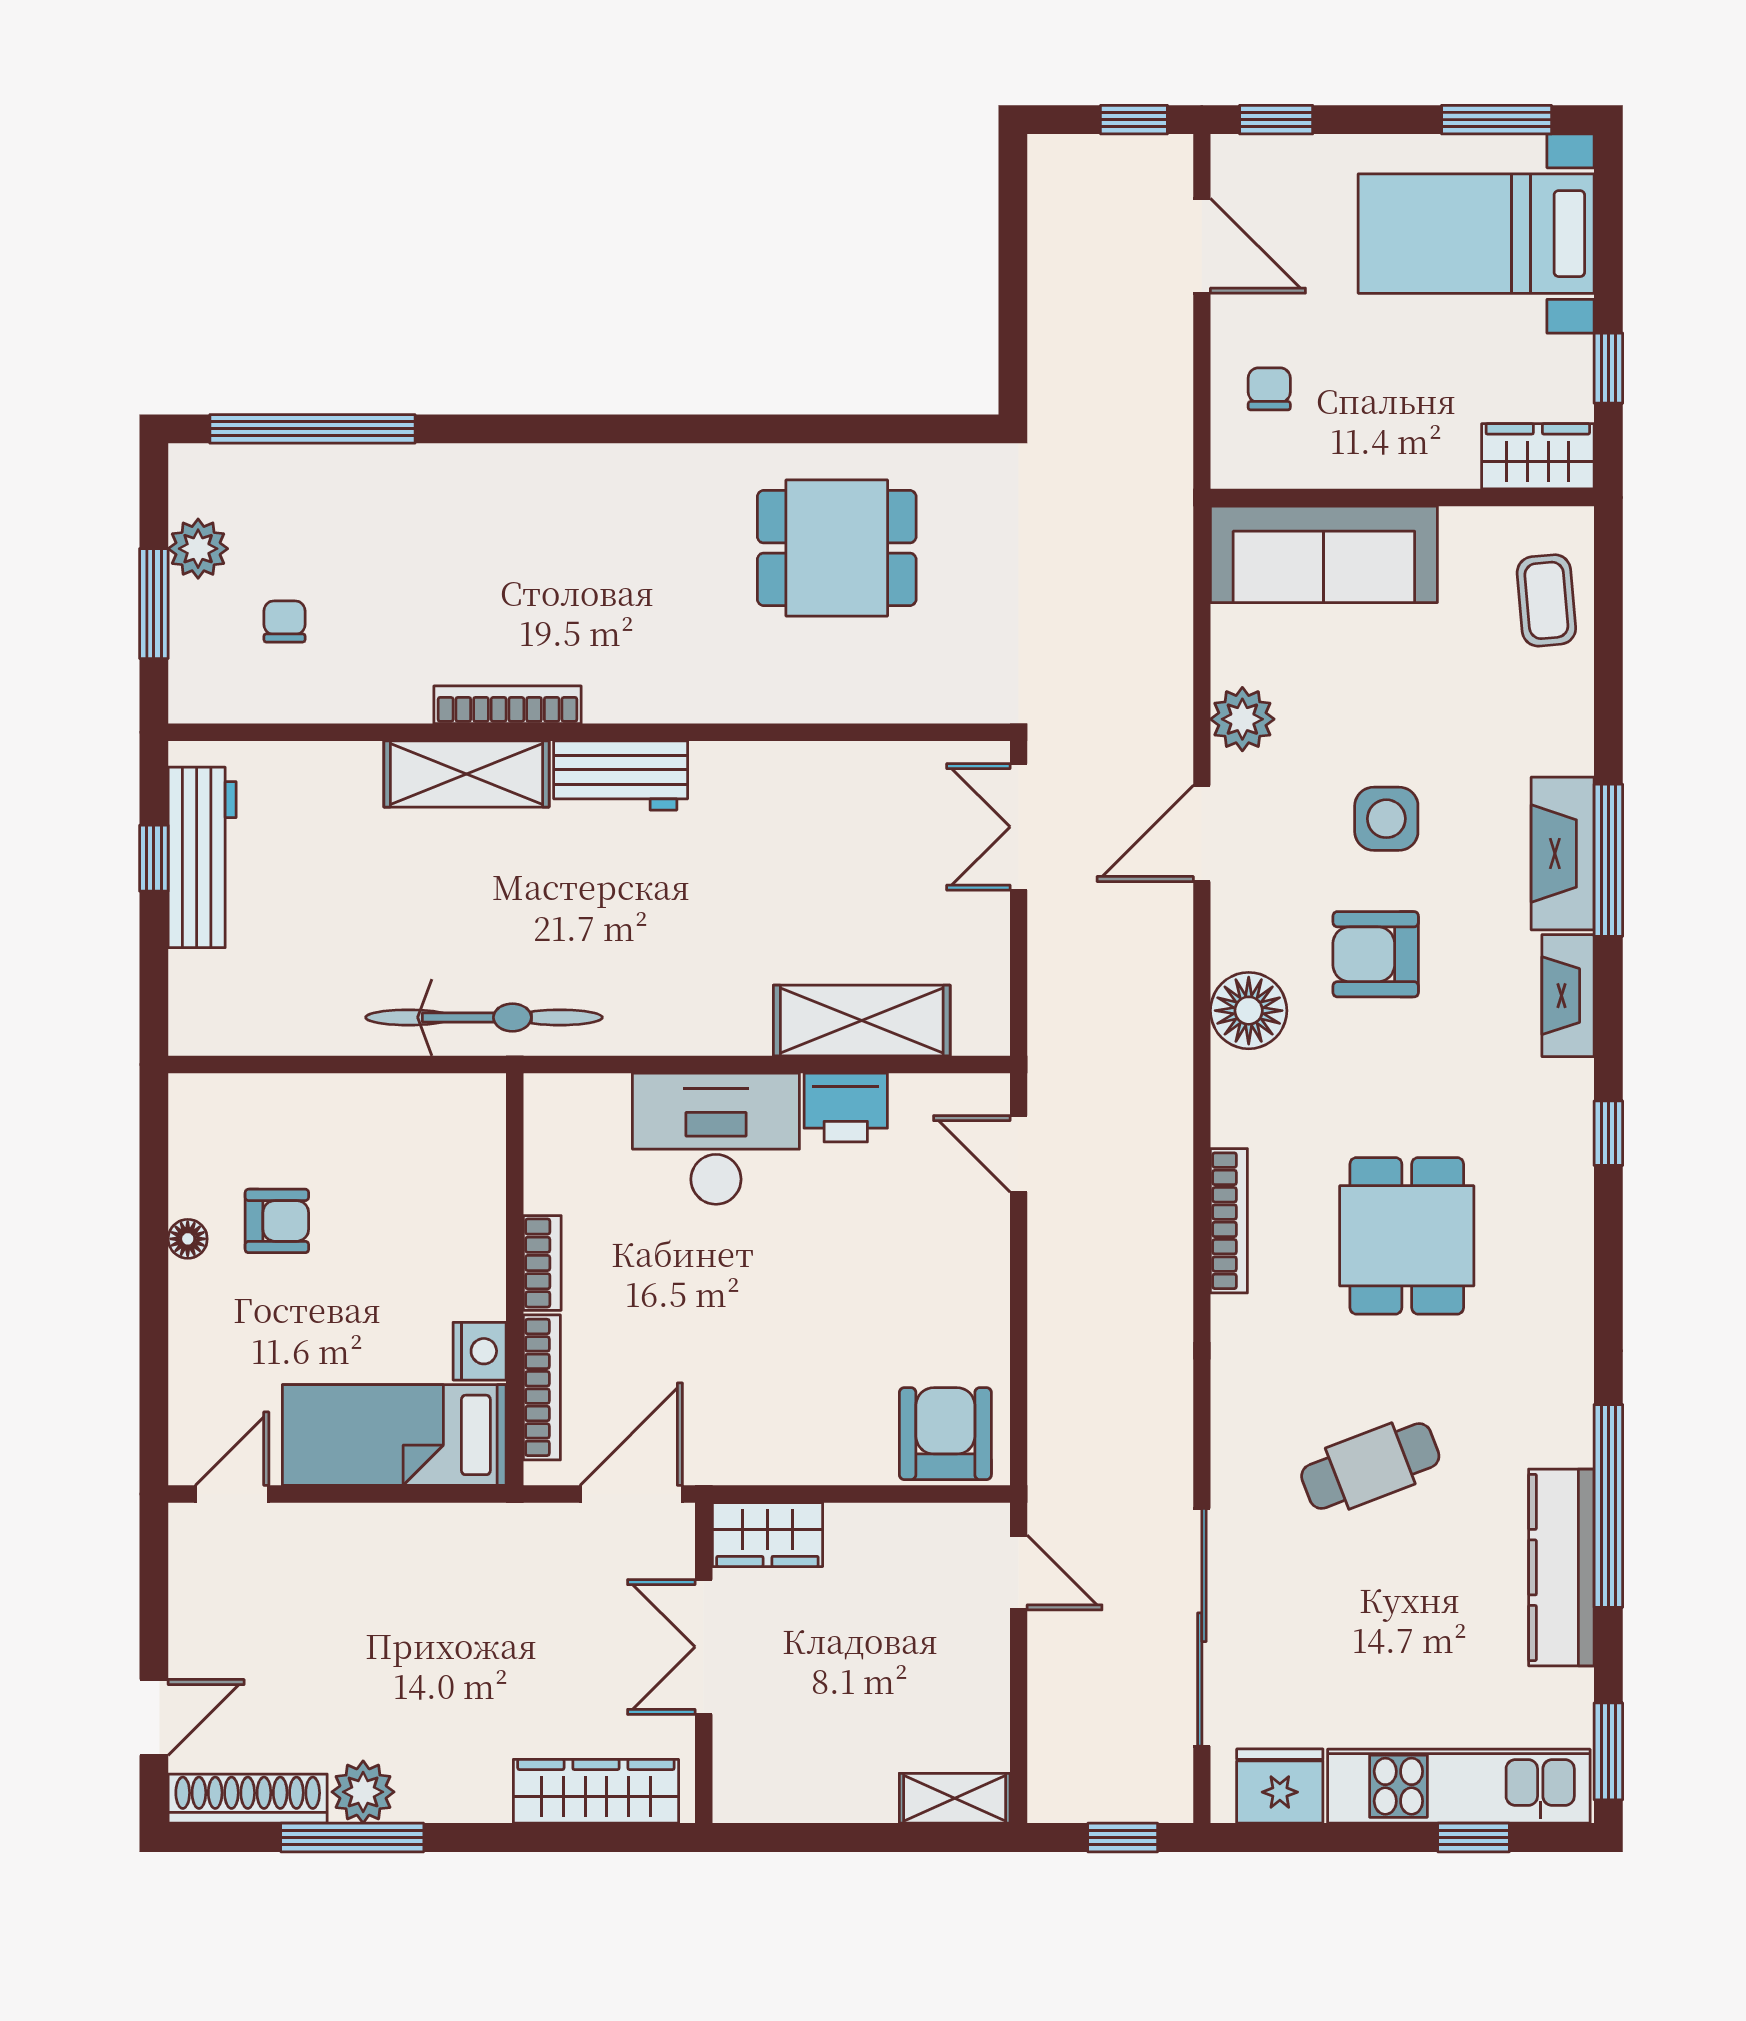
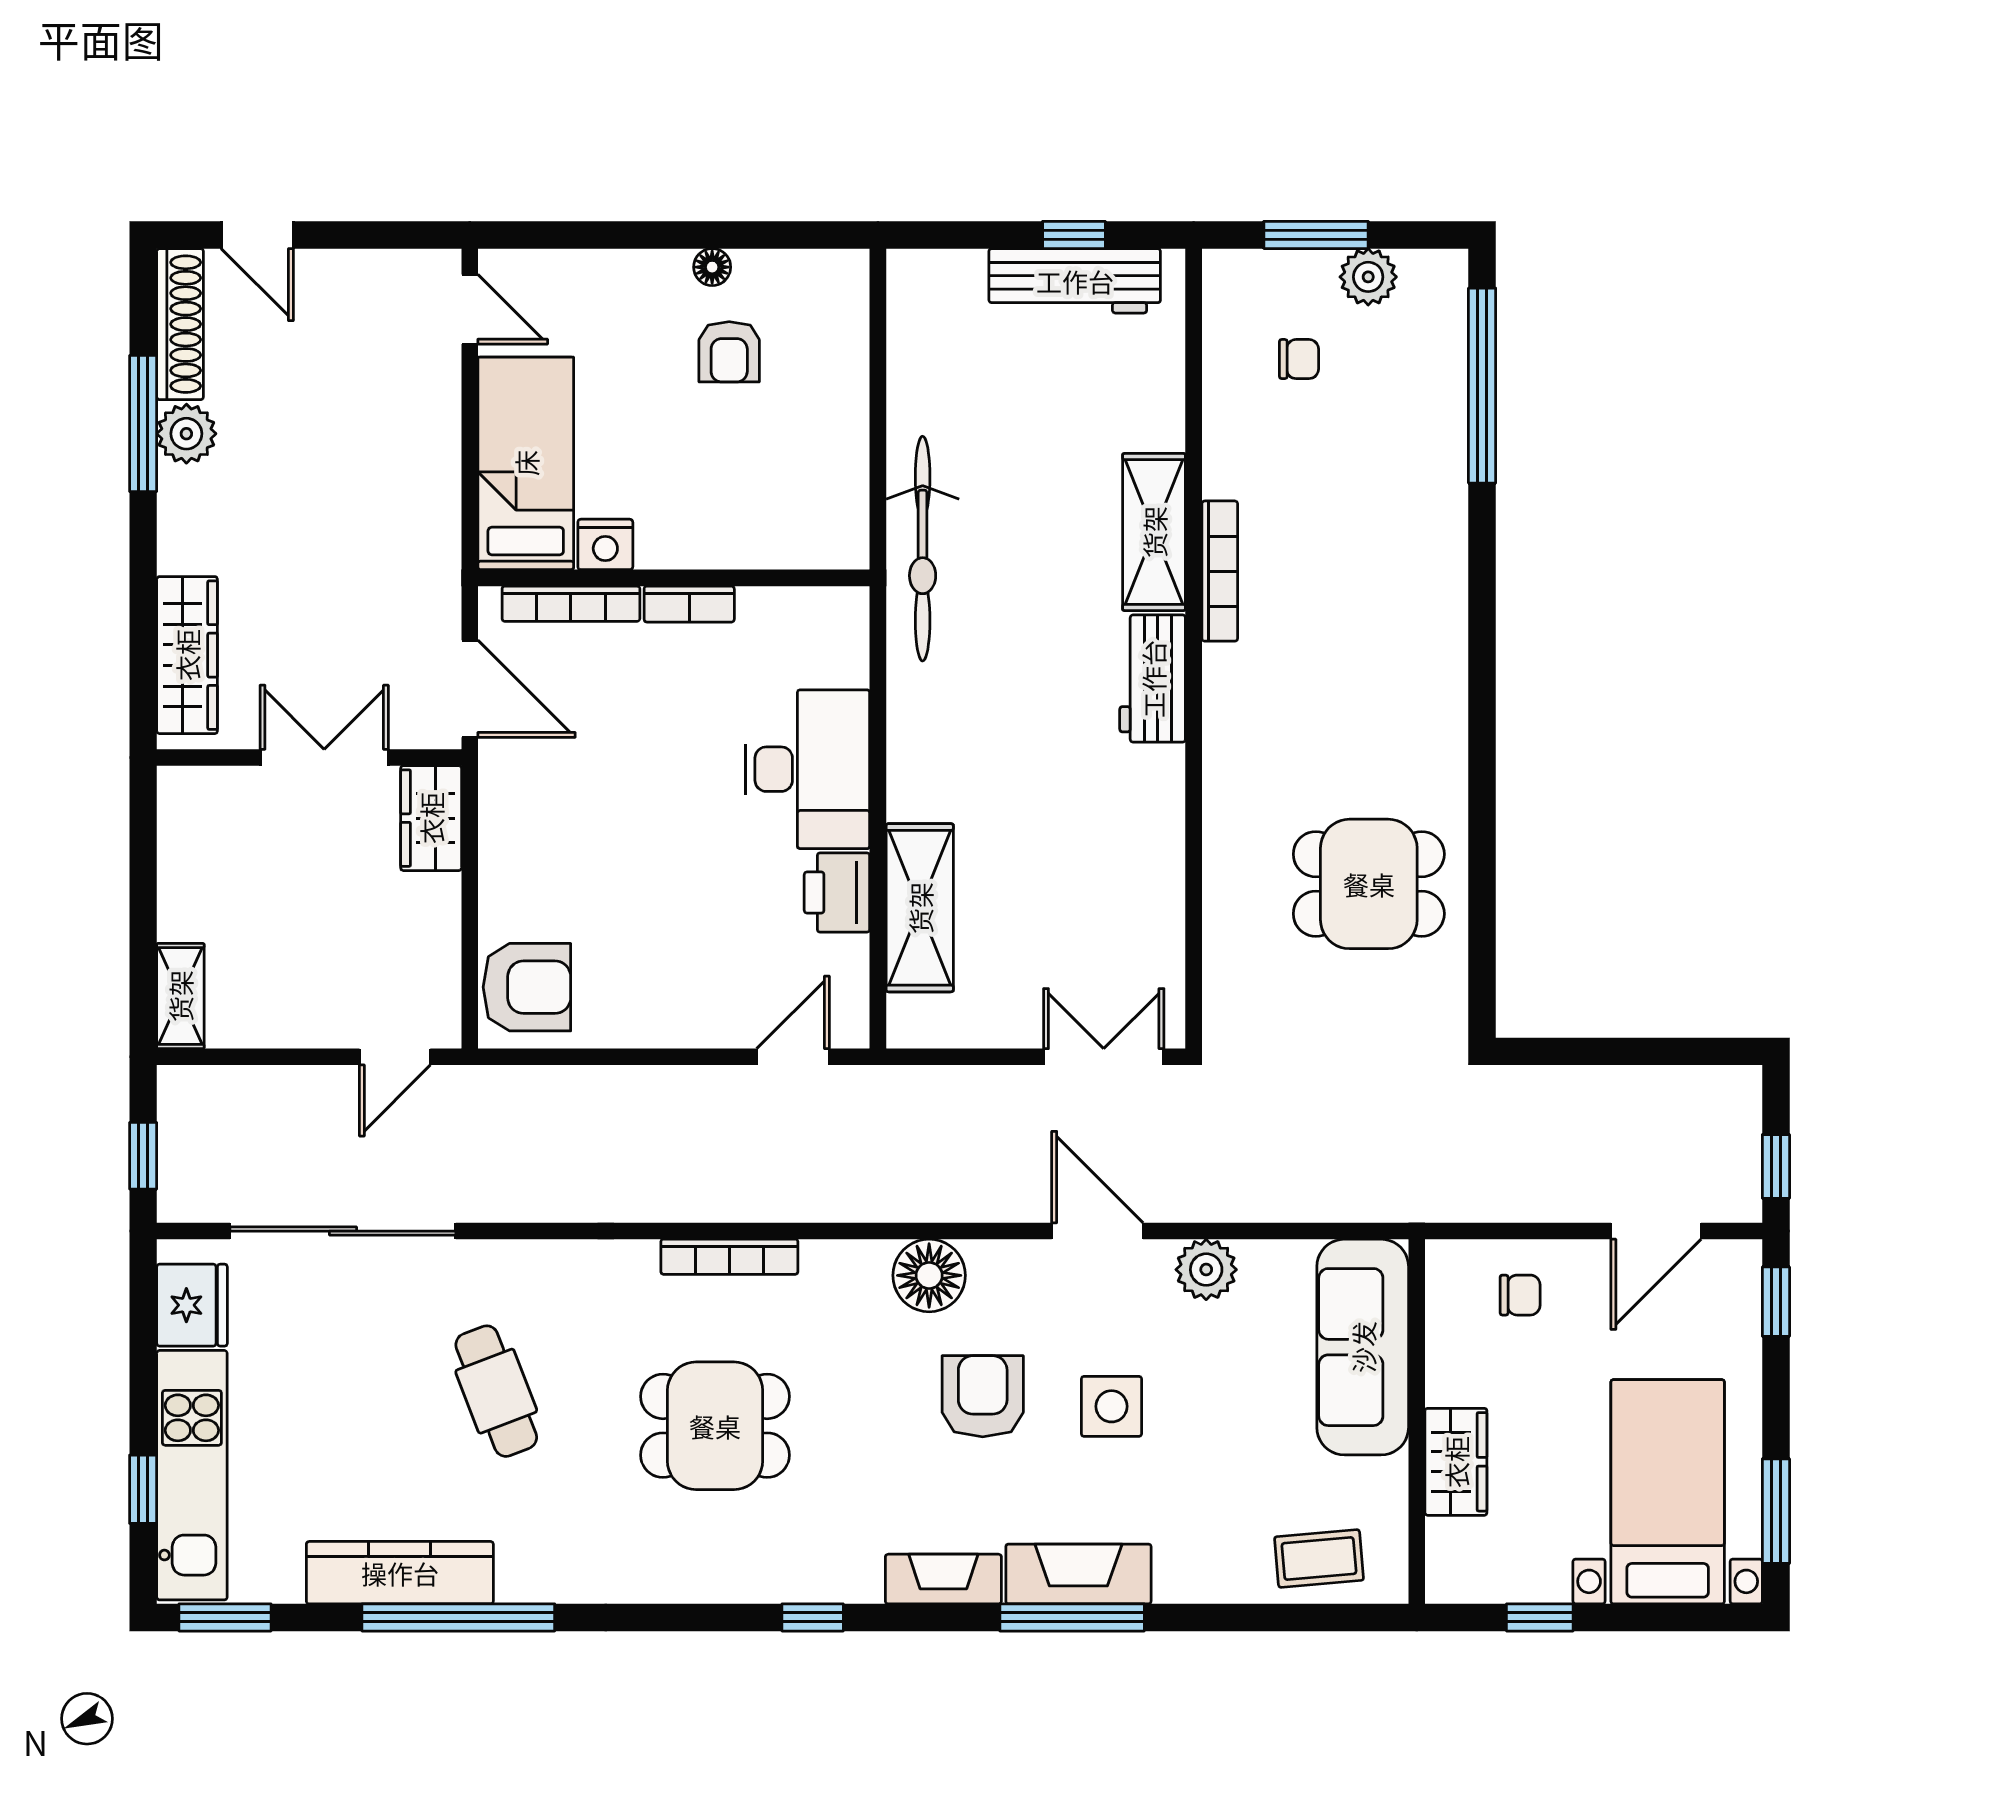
wardrobe: (1538, 456) -> (1456, 1462), moved
dining table: (837, 548) -> (1369, 884), turned 90

